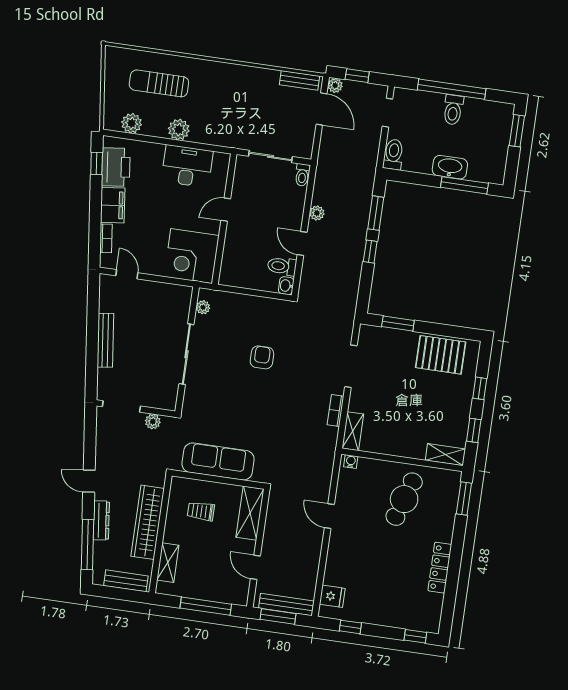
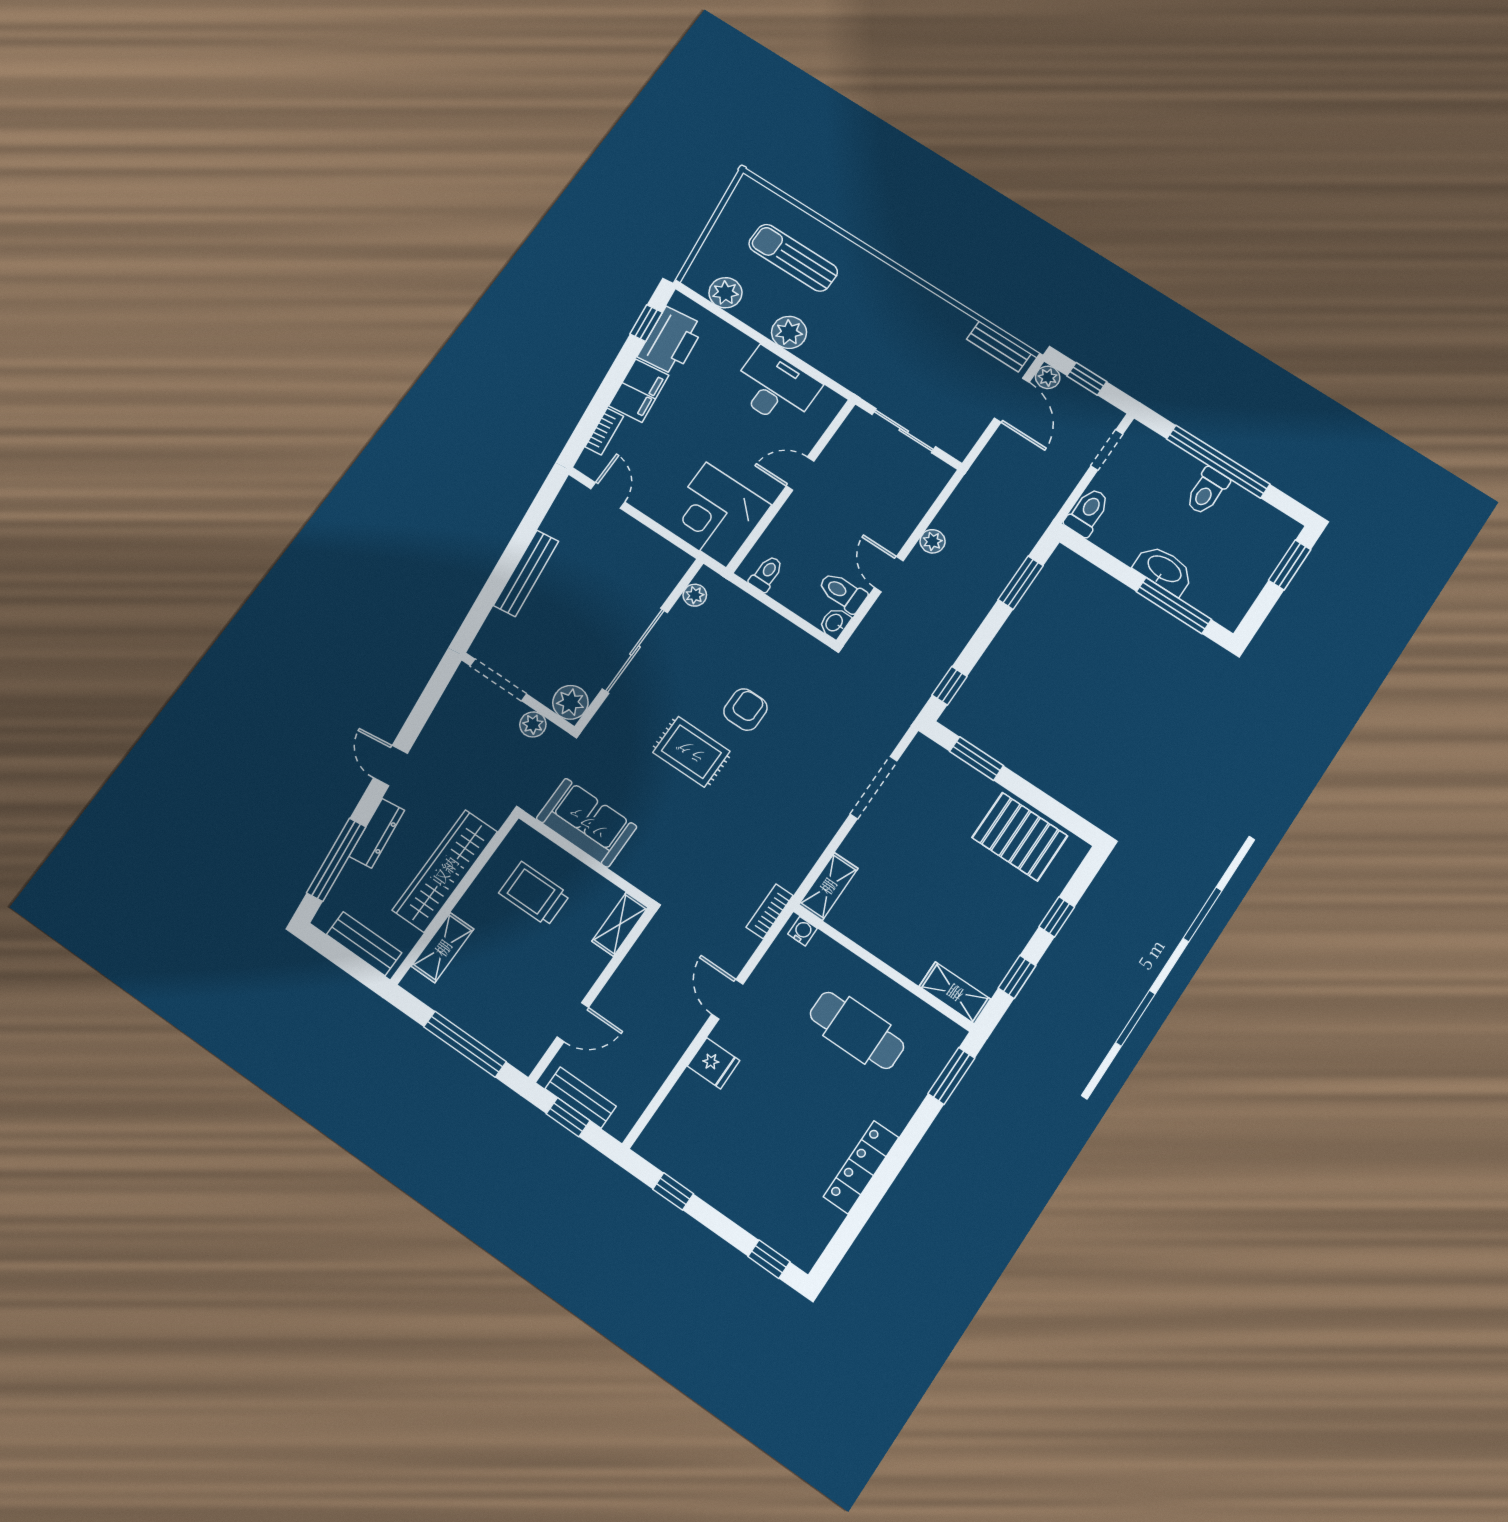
toilet: (302, 175) -> (766, 574), moved, turned 180
window: (370, 252) -> (950, 686), moved
rug: (245, 395) -> (691, 752), added
plant: (167, 400) -> (570, 702), added
bookcase: (336, 410) -> (770, 911), moved
sofa: (218, 462) -> (587, 823), width x0.73
cafe table: (404, 499) -> (857, 1030), turned 72
trolley: (201, 511) -> (534, 894), width x1.36, depth x1.39
shelving: (250, 513) -> (620, 924), width x0.67, depth x0.75
door: (255, 567) -> (573, 1022), swing flipped
fridge: (332, 596) -> (714, 1063), moved
bench: (286, 605) -> (581, 1098), width x0.73
window: (278, 616) -> (568, 1117), width x0.67

